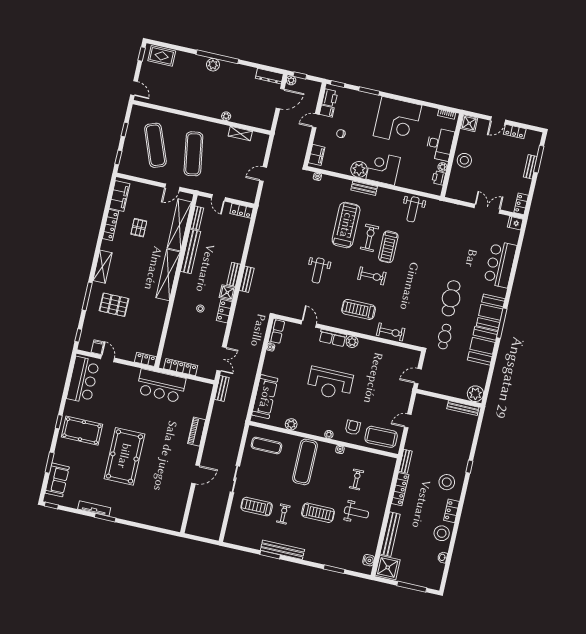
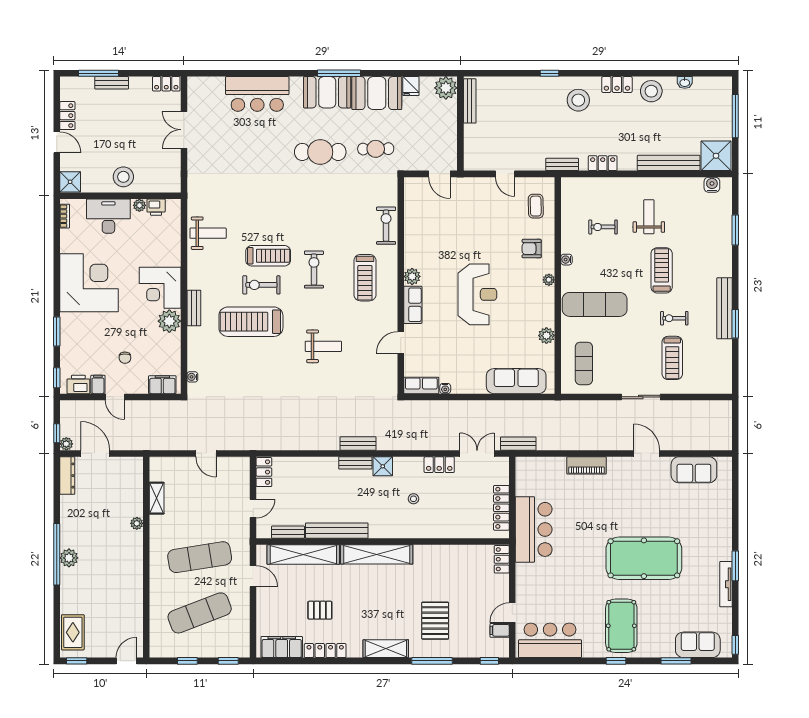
fridge: (515, 223) -> (411, 86), moved
locker: (224, 311) -> (439, 465), moved
coffee table: (381, 437) -> (536, 206), width x0.54, depth x0.58
locker: (400, 489) -> (603, 163), width x0.66
sofa: (177, 504) -> (694, 470), added

